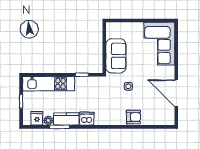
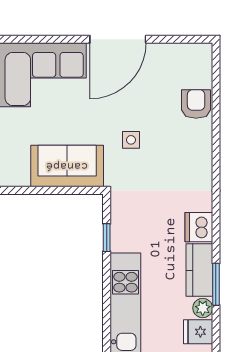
door: (176, 93) -> (118, 39), moved
armchair: (133, 117) -> (196, 104), moved

